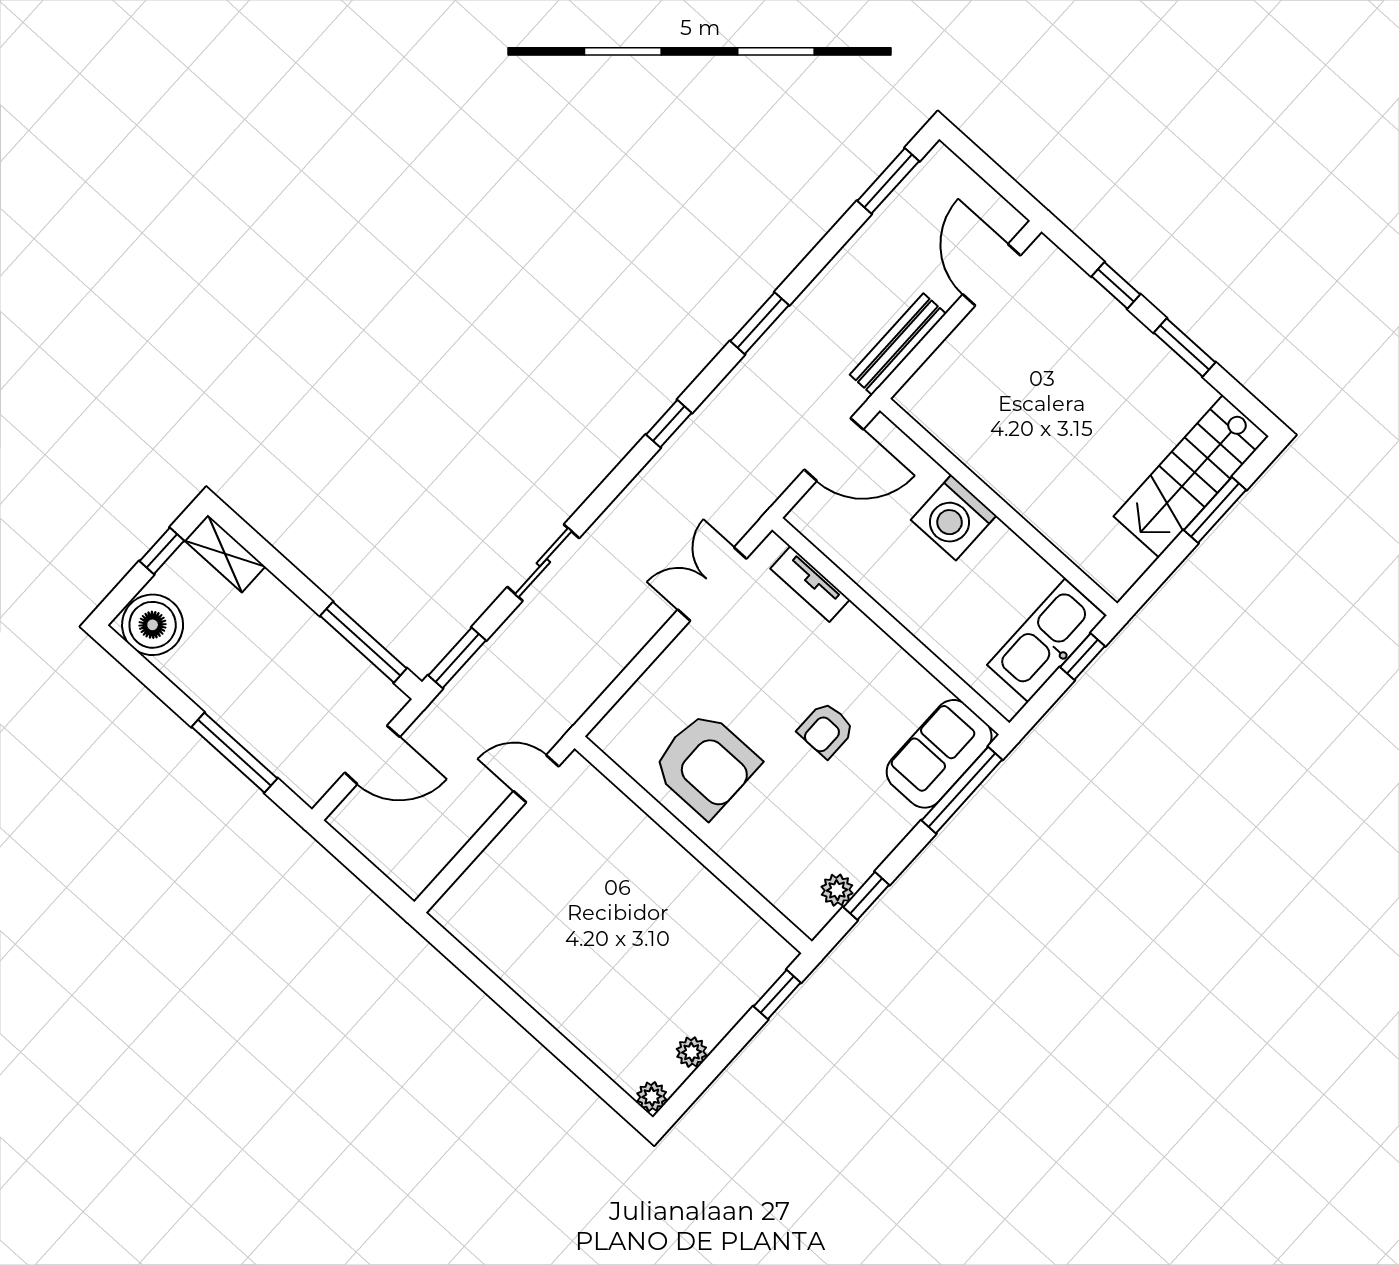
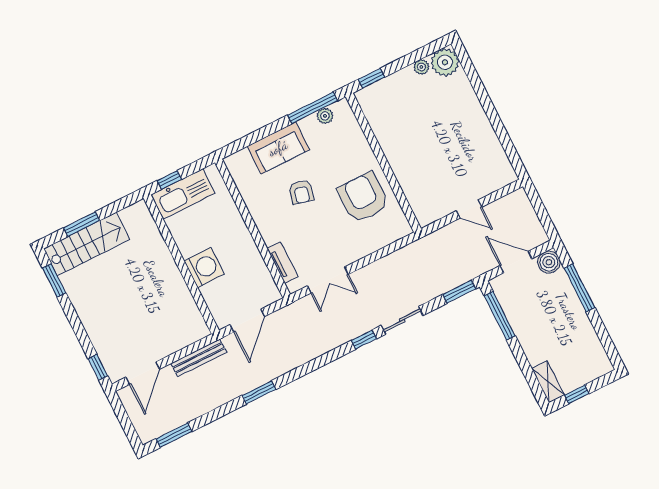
window: (1116, 285) -> (98, 367), moved
window: (1185, 348) -> (54, 280), moved
window: (669, 424) -> (364, 340), moved
door: (834, 450) -> (247, 321), swing flipped
boiler: (153, 625) -> (549, 262), moved, width x0.73, depth x0.73
armchair: (826, 730) -> (301, 192), turned 104
sofa: (939, 754) -> (278, 148), moved
door: (536, 779) -> (469, 209), moved
window: (962, 790) -> (249, 140), removed
window: (866, 896) -> (312, 108), width x2.17
plant: (652, 1097) -> (445, 62), width x1.87, depth x1.87

